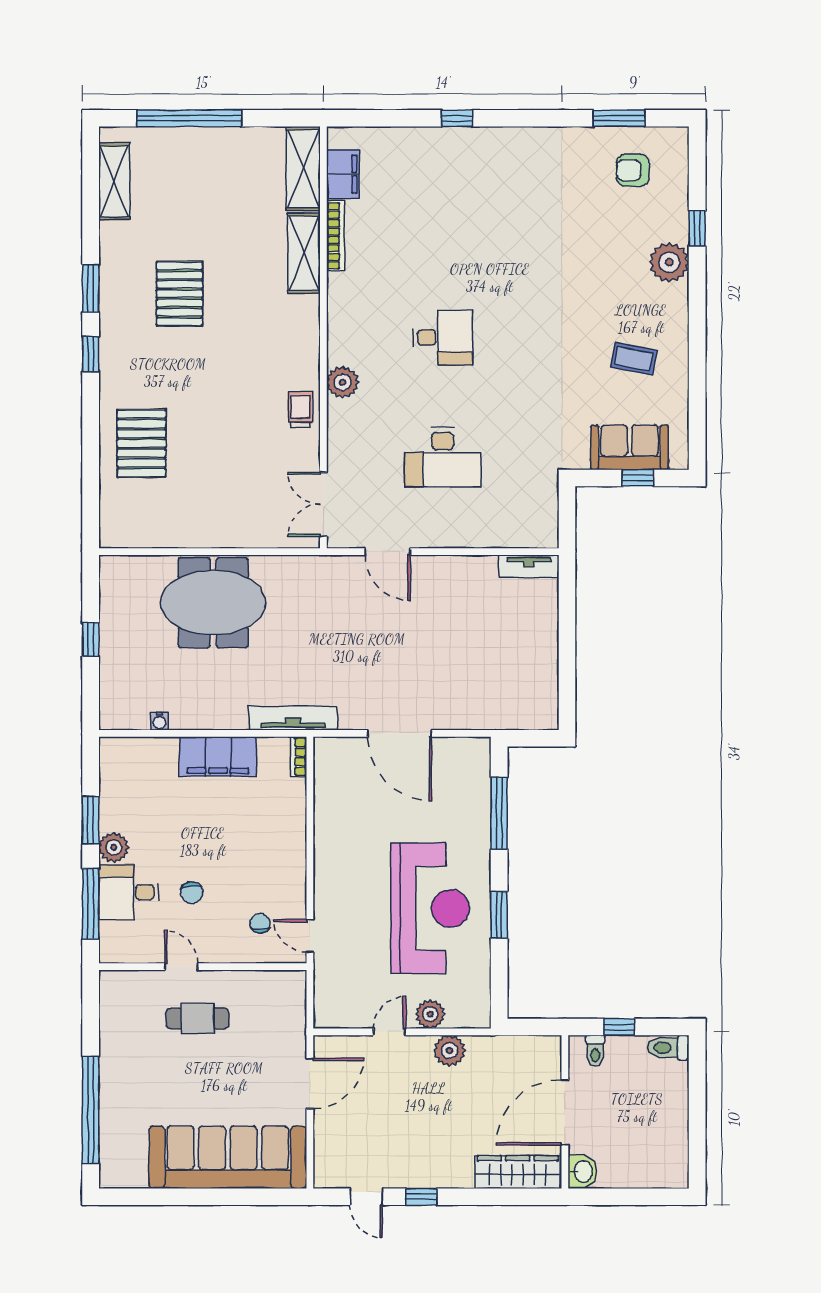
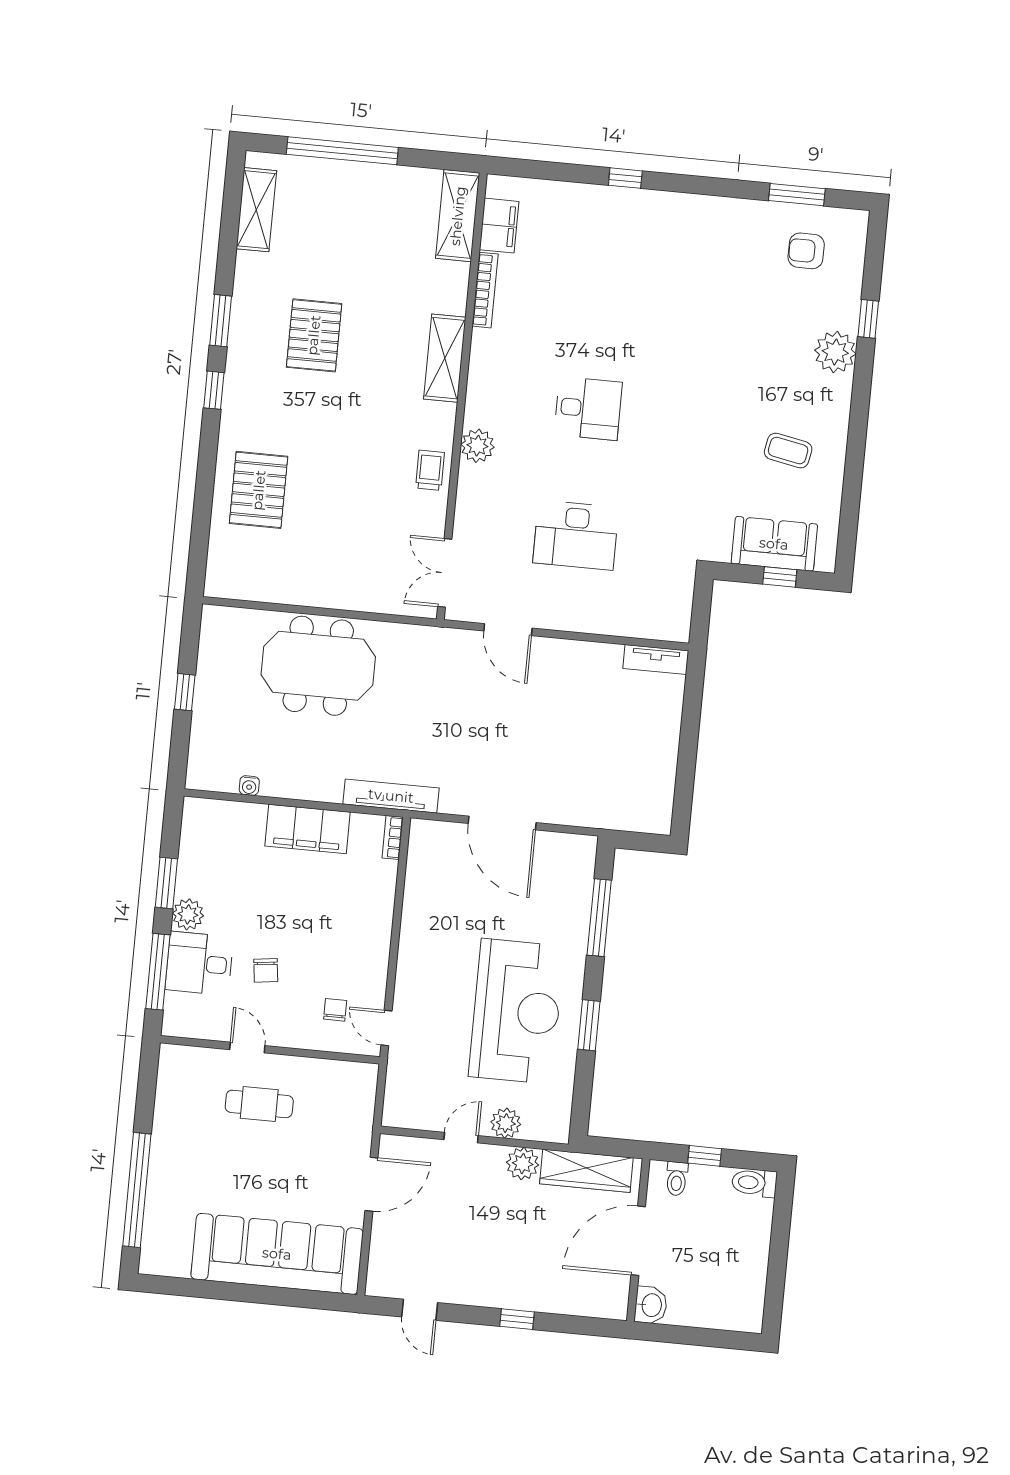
shelving: (304, 253) -> (445, 358), moved
wardrobe: (518, 1172) -> (586, 1171), moved, turned 180
window: (421, 1197) -> (517, 1319), moved

